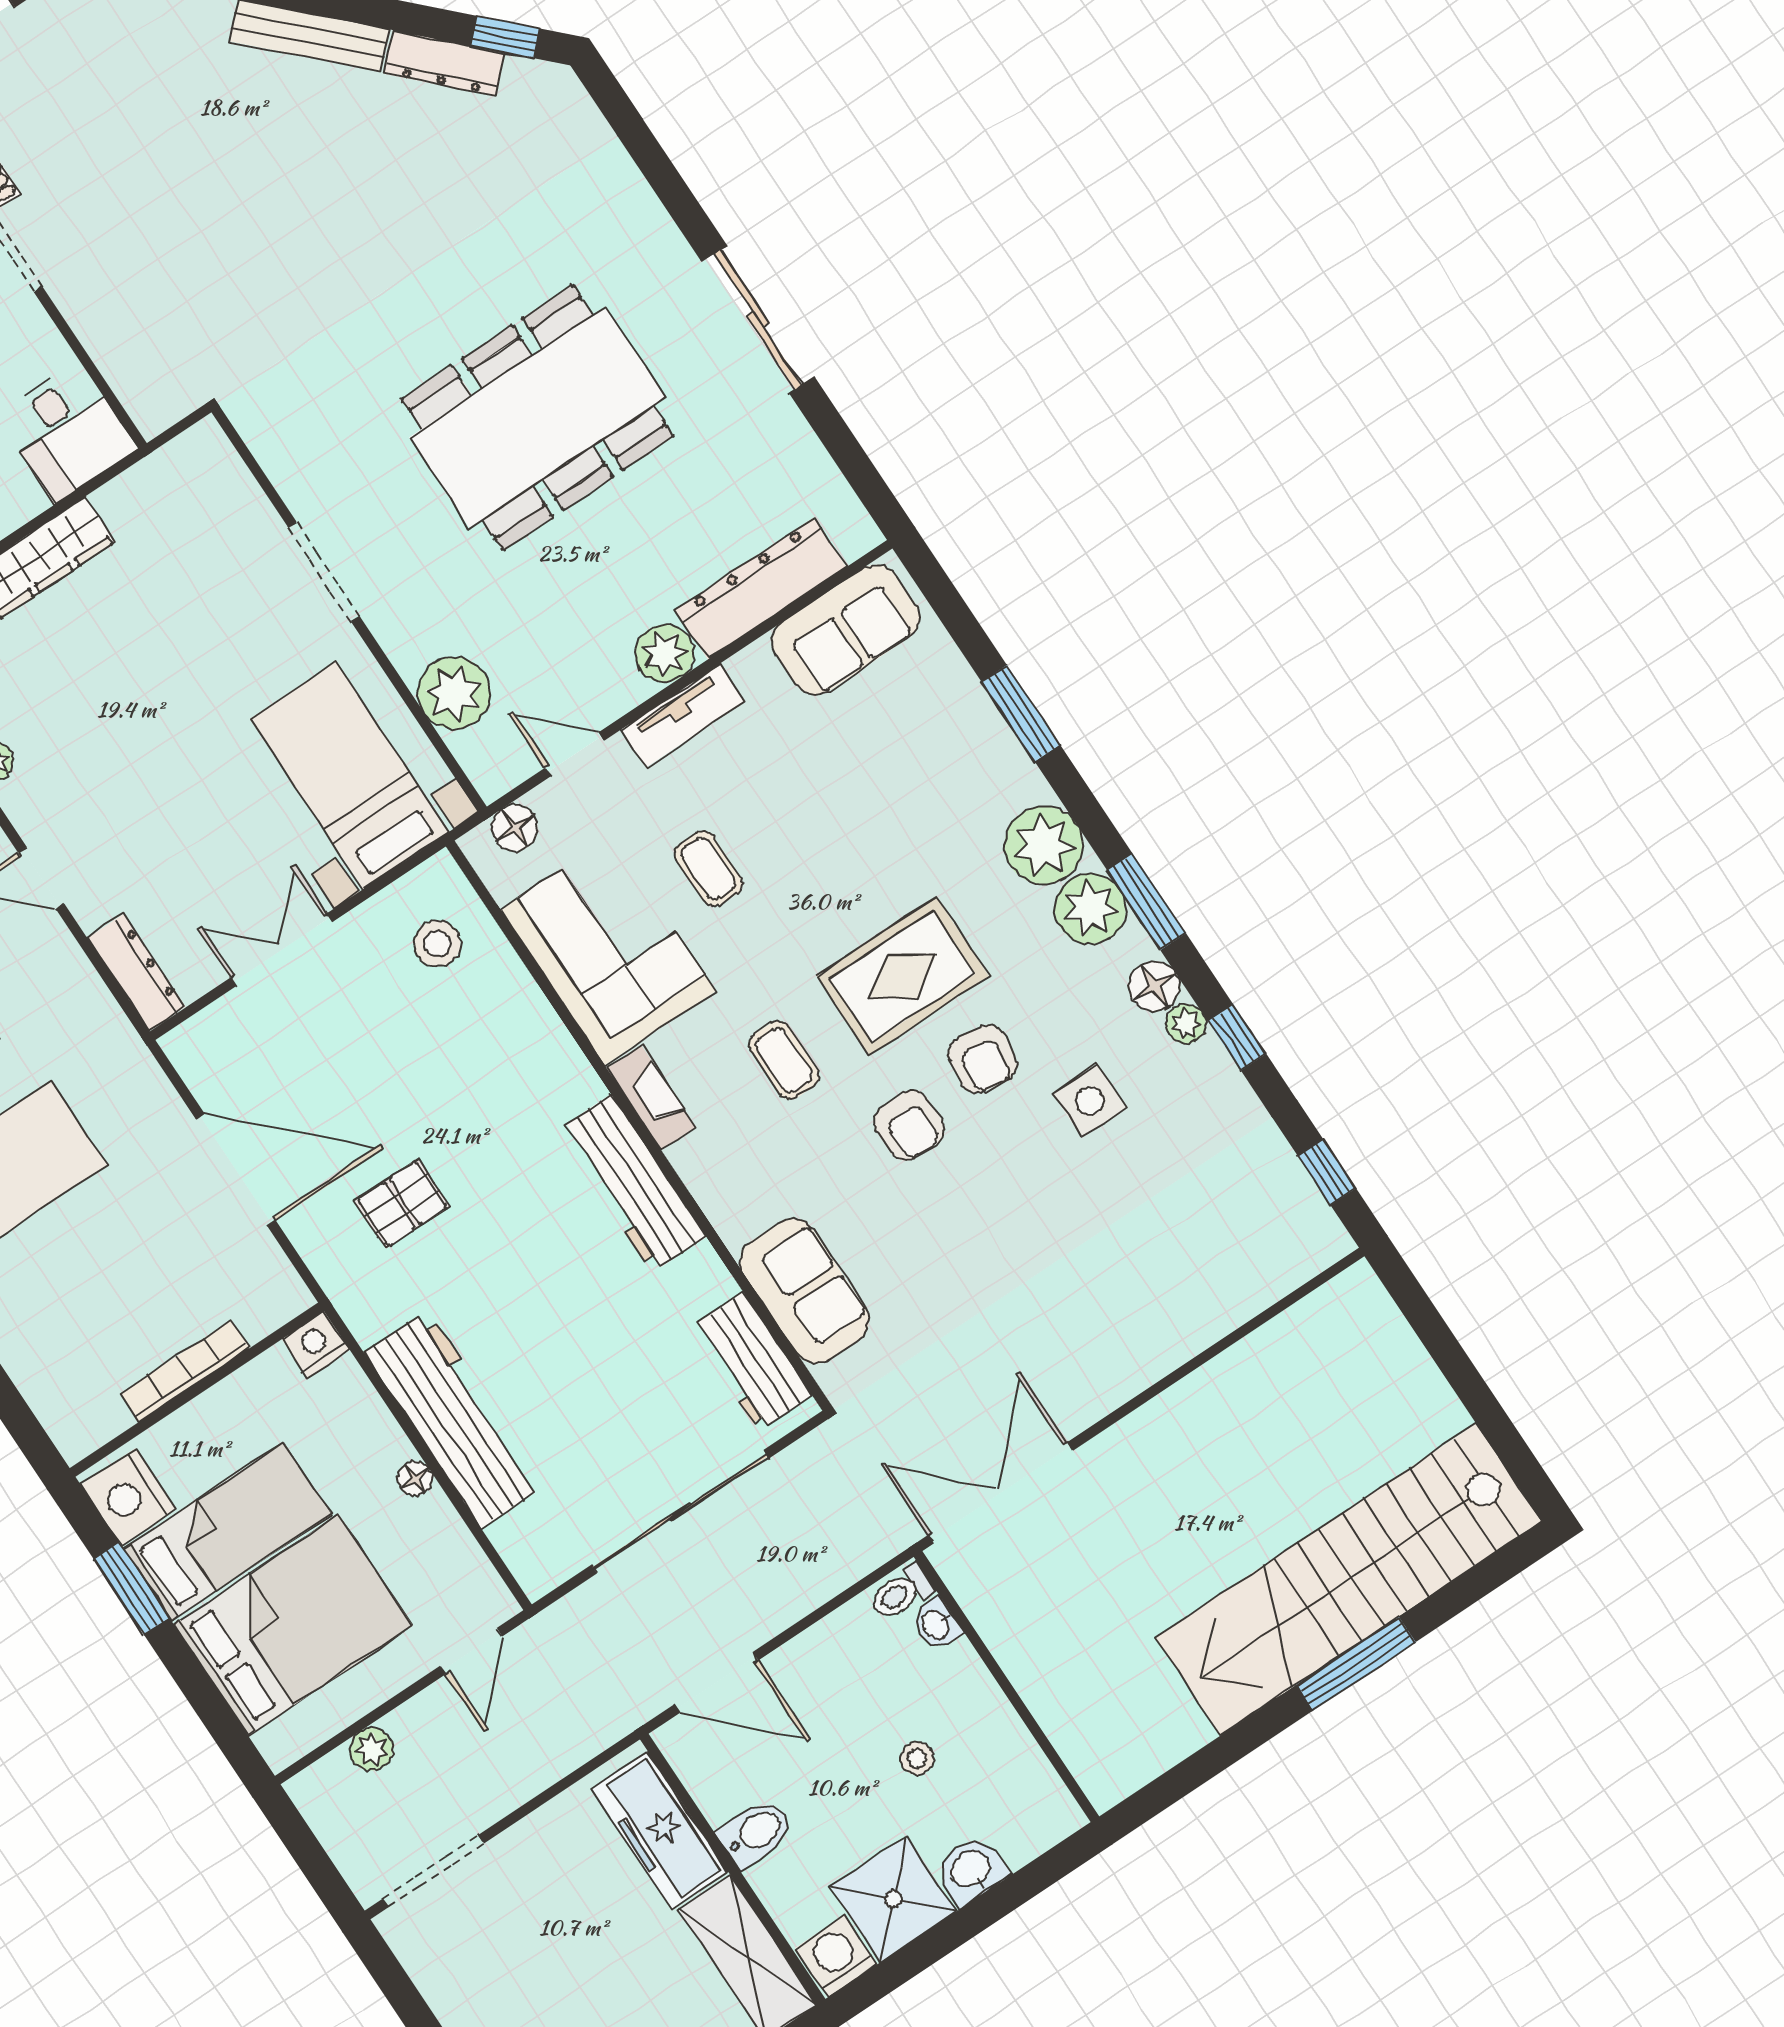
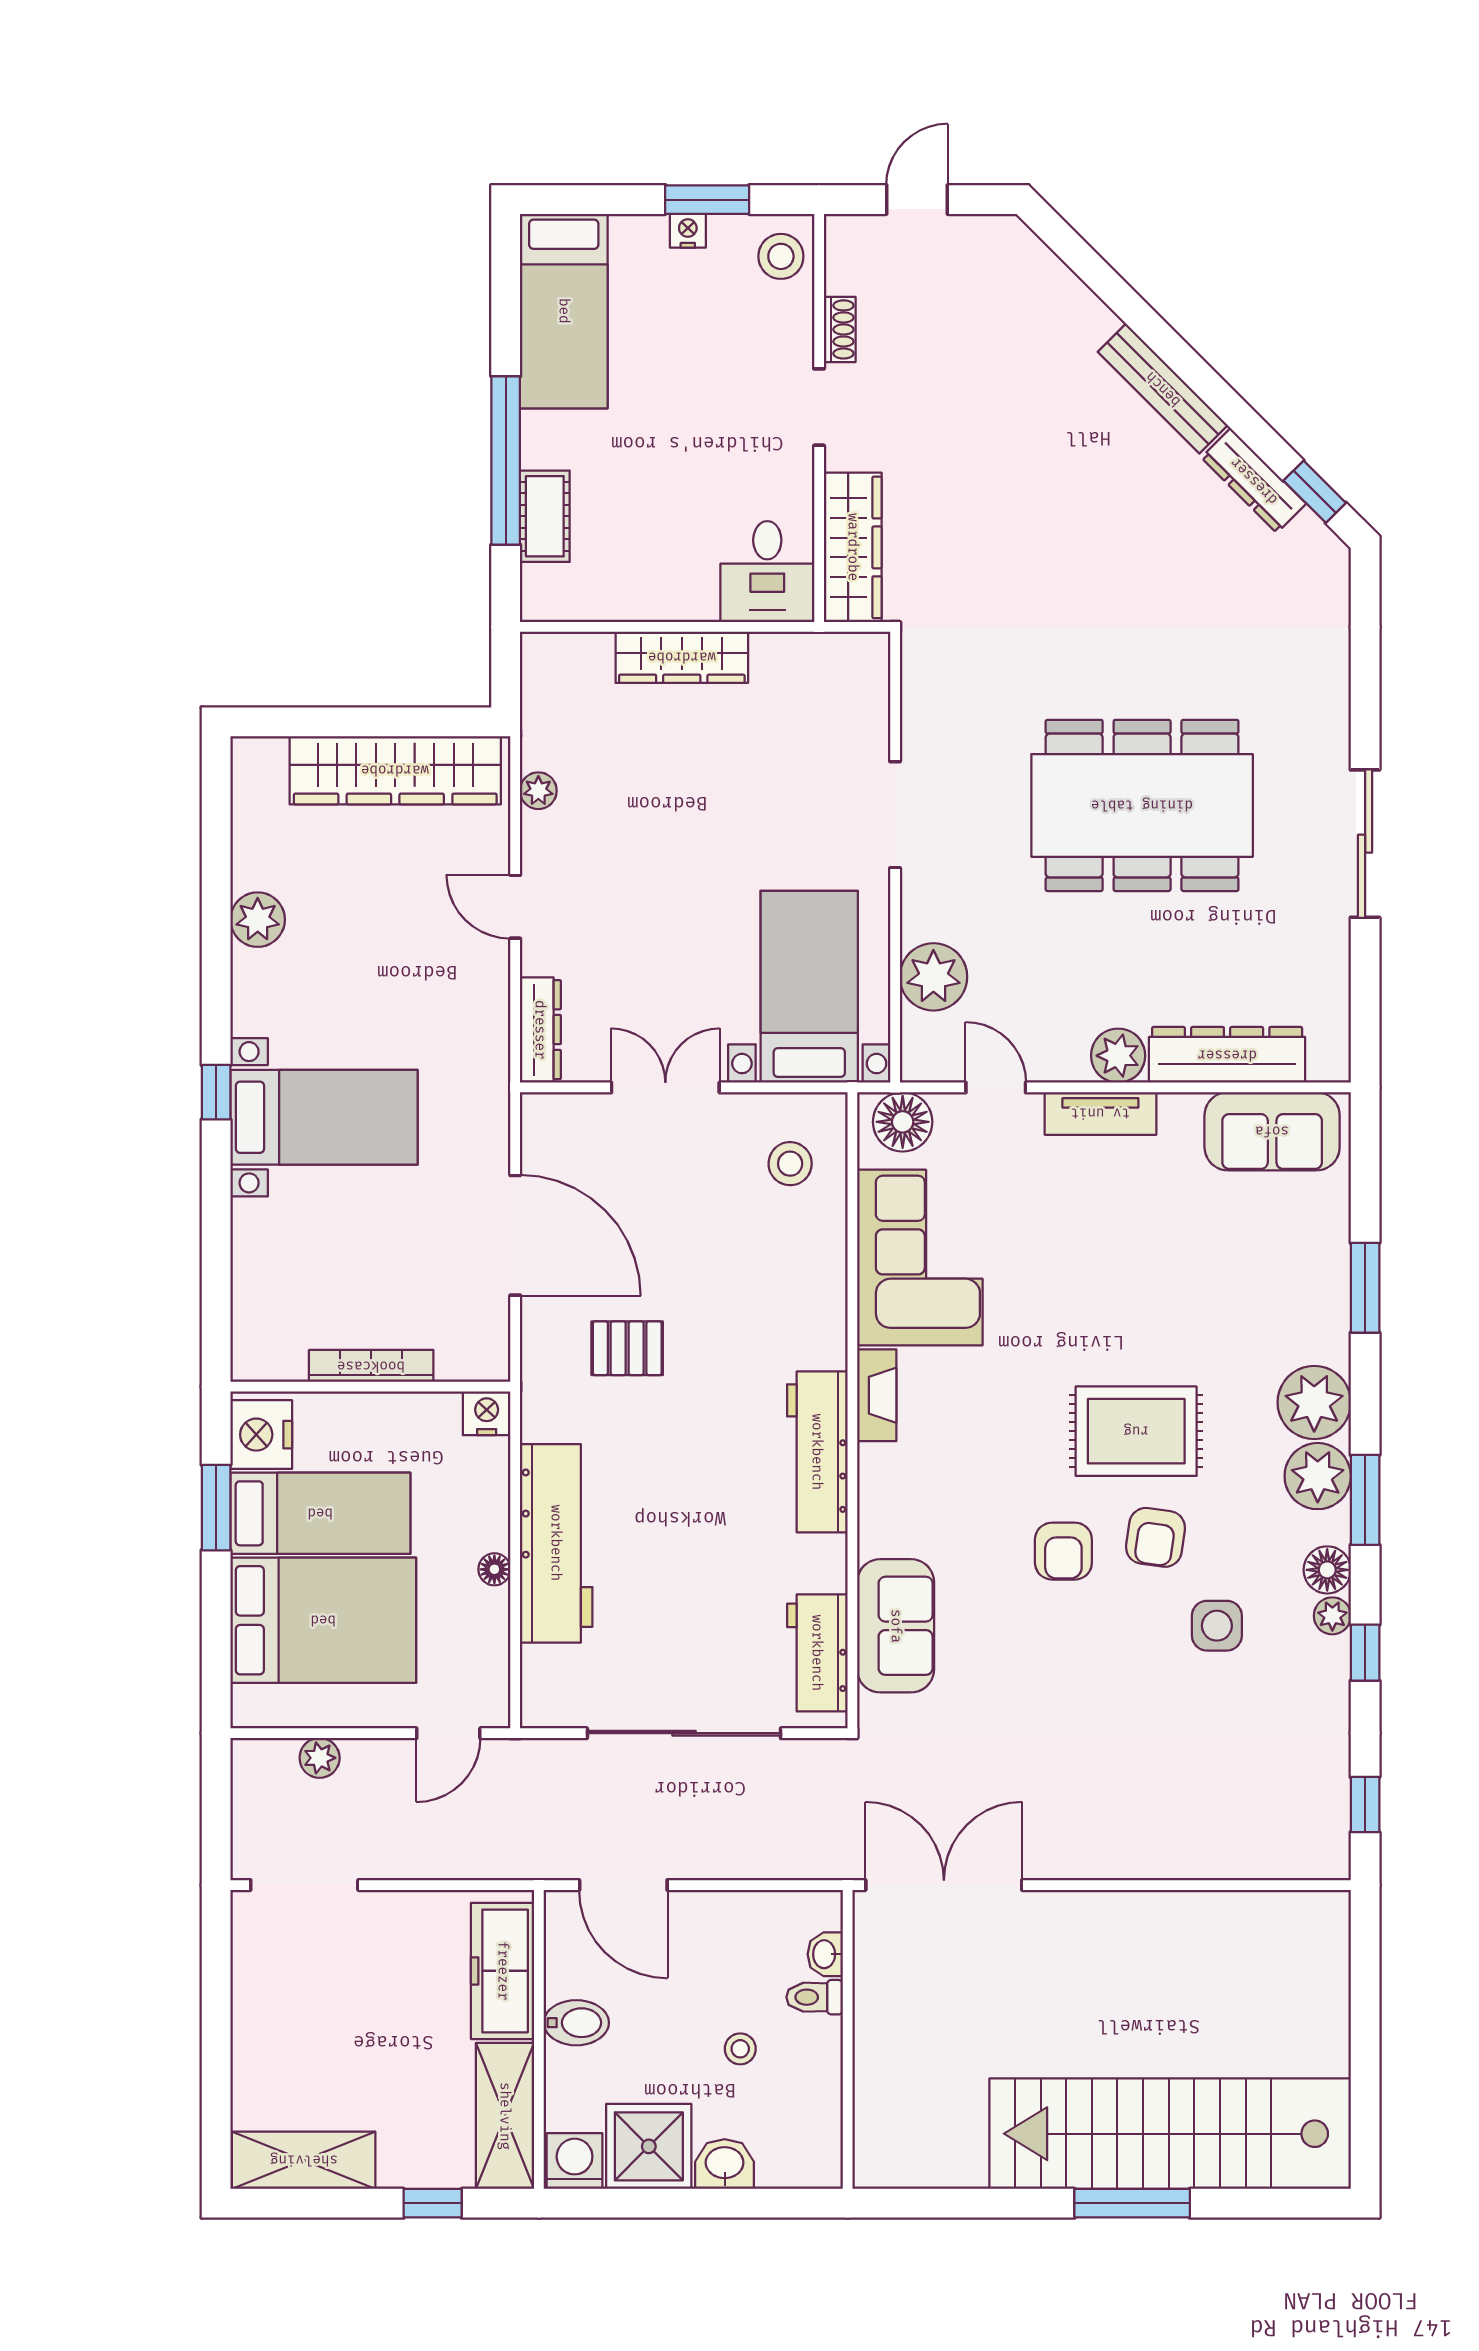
wardrobe: (128, 360) -> (853, 547), added
floor lamp: (515, 828) -> (903, 1122), width x1.38, depth x1.38
coffee table: (708, 869) -> (1040, 1246), removed
coffee table: (784, 1060) -> (1000, 1435), removed
toilet: (901, 1592) -> (815, 1997), moved

